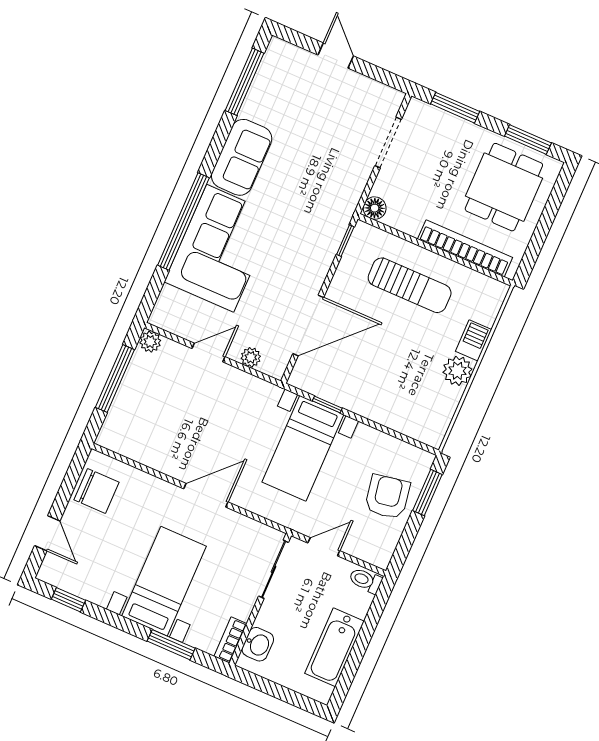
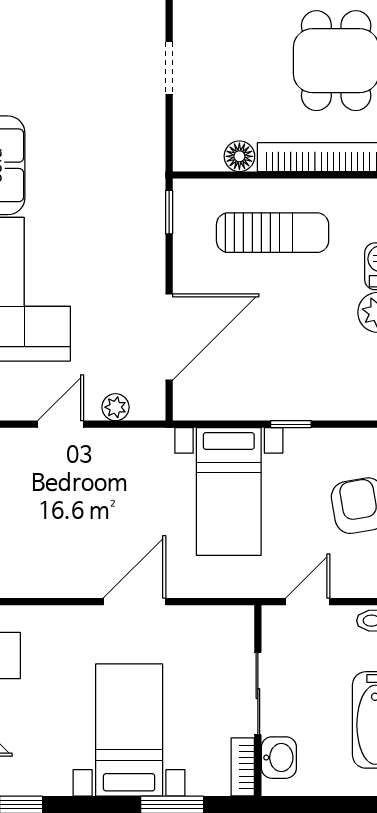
doorway: (388, 142) -> (169, 68), width x0.73
floor lamp: (375, 208) -> (239, 156), moved
window: (327, 404) -> (291, 424), moved
sliding door: (274, 569) -> (258, 694), moved

